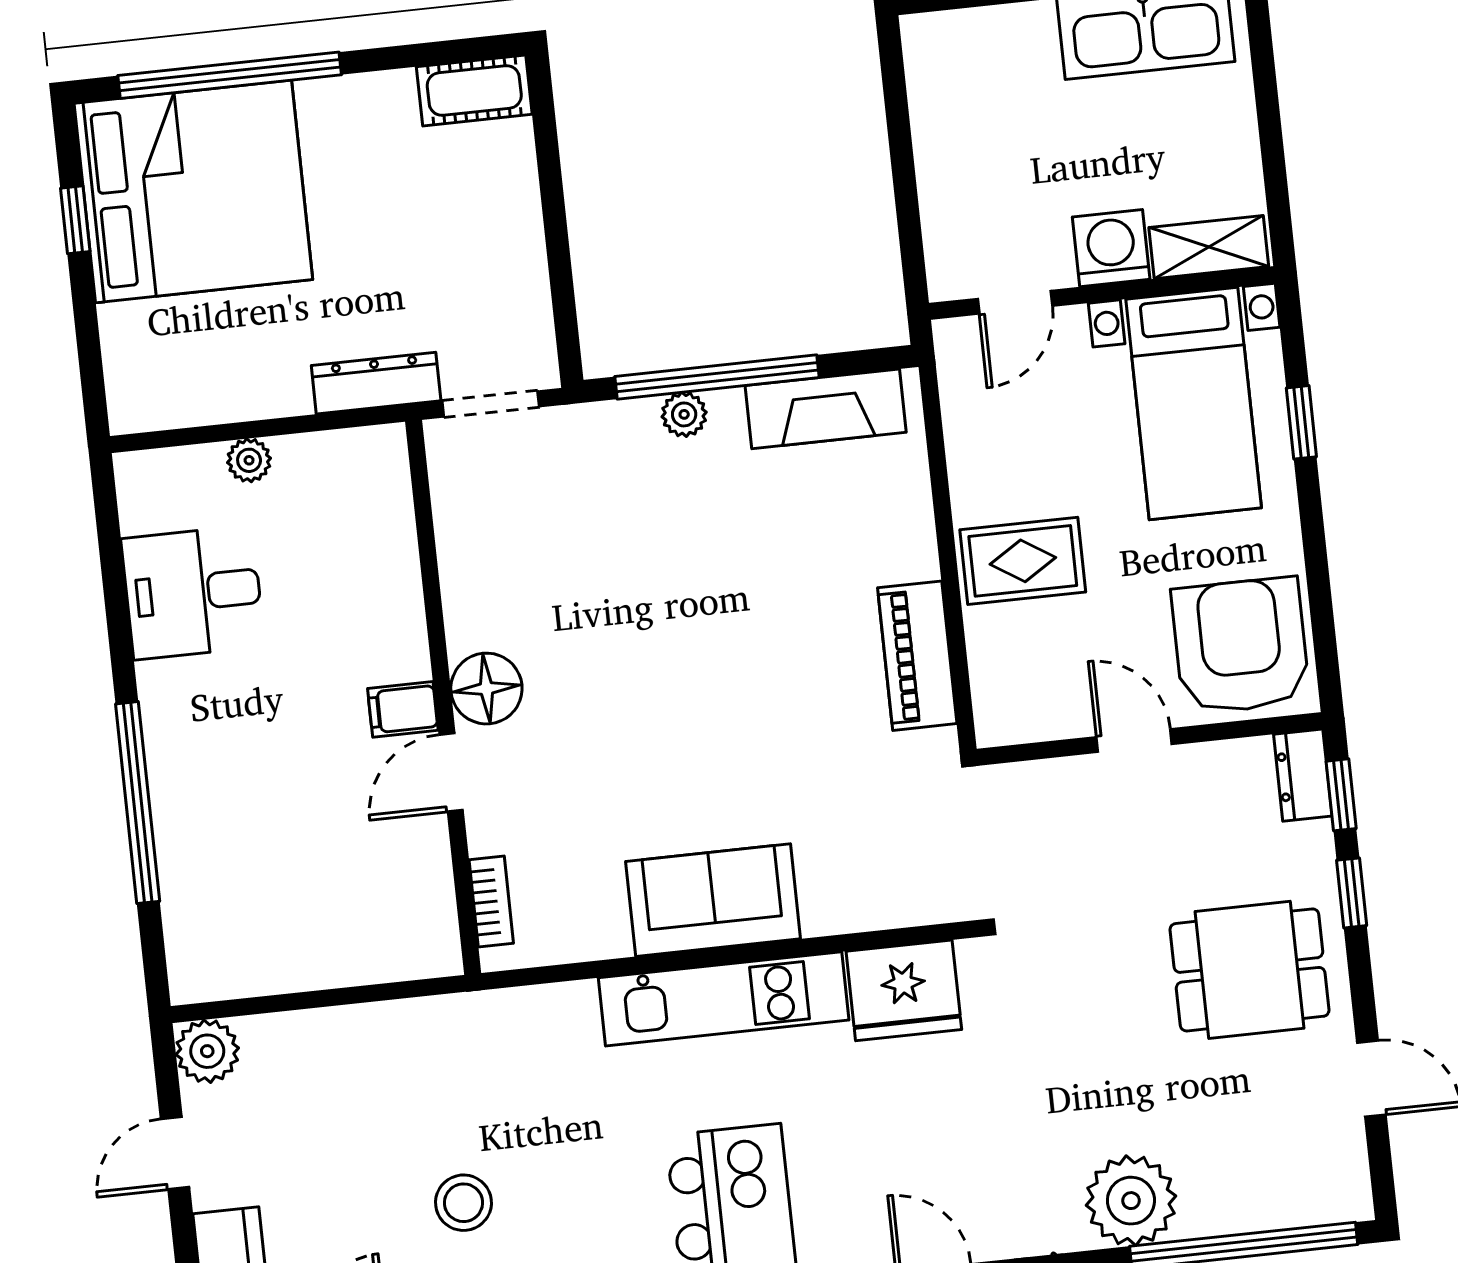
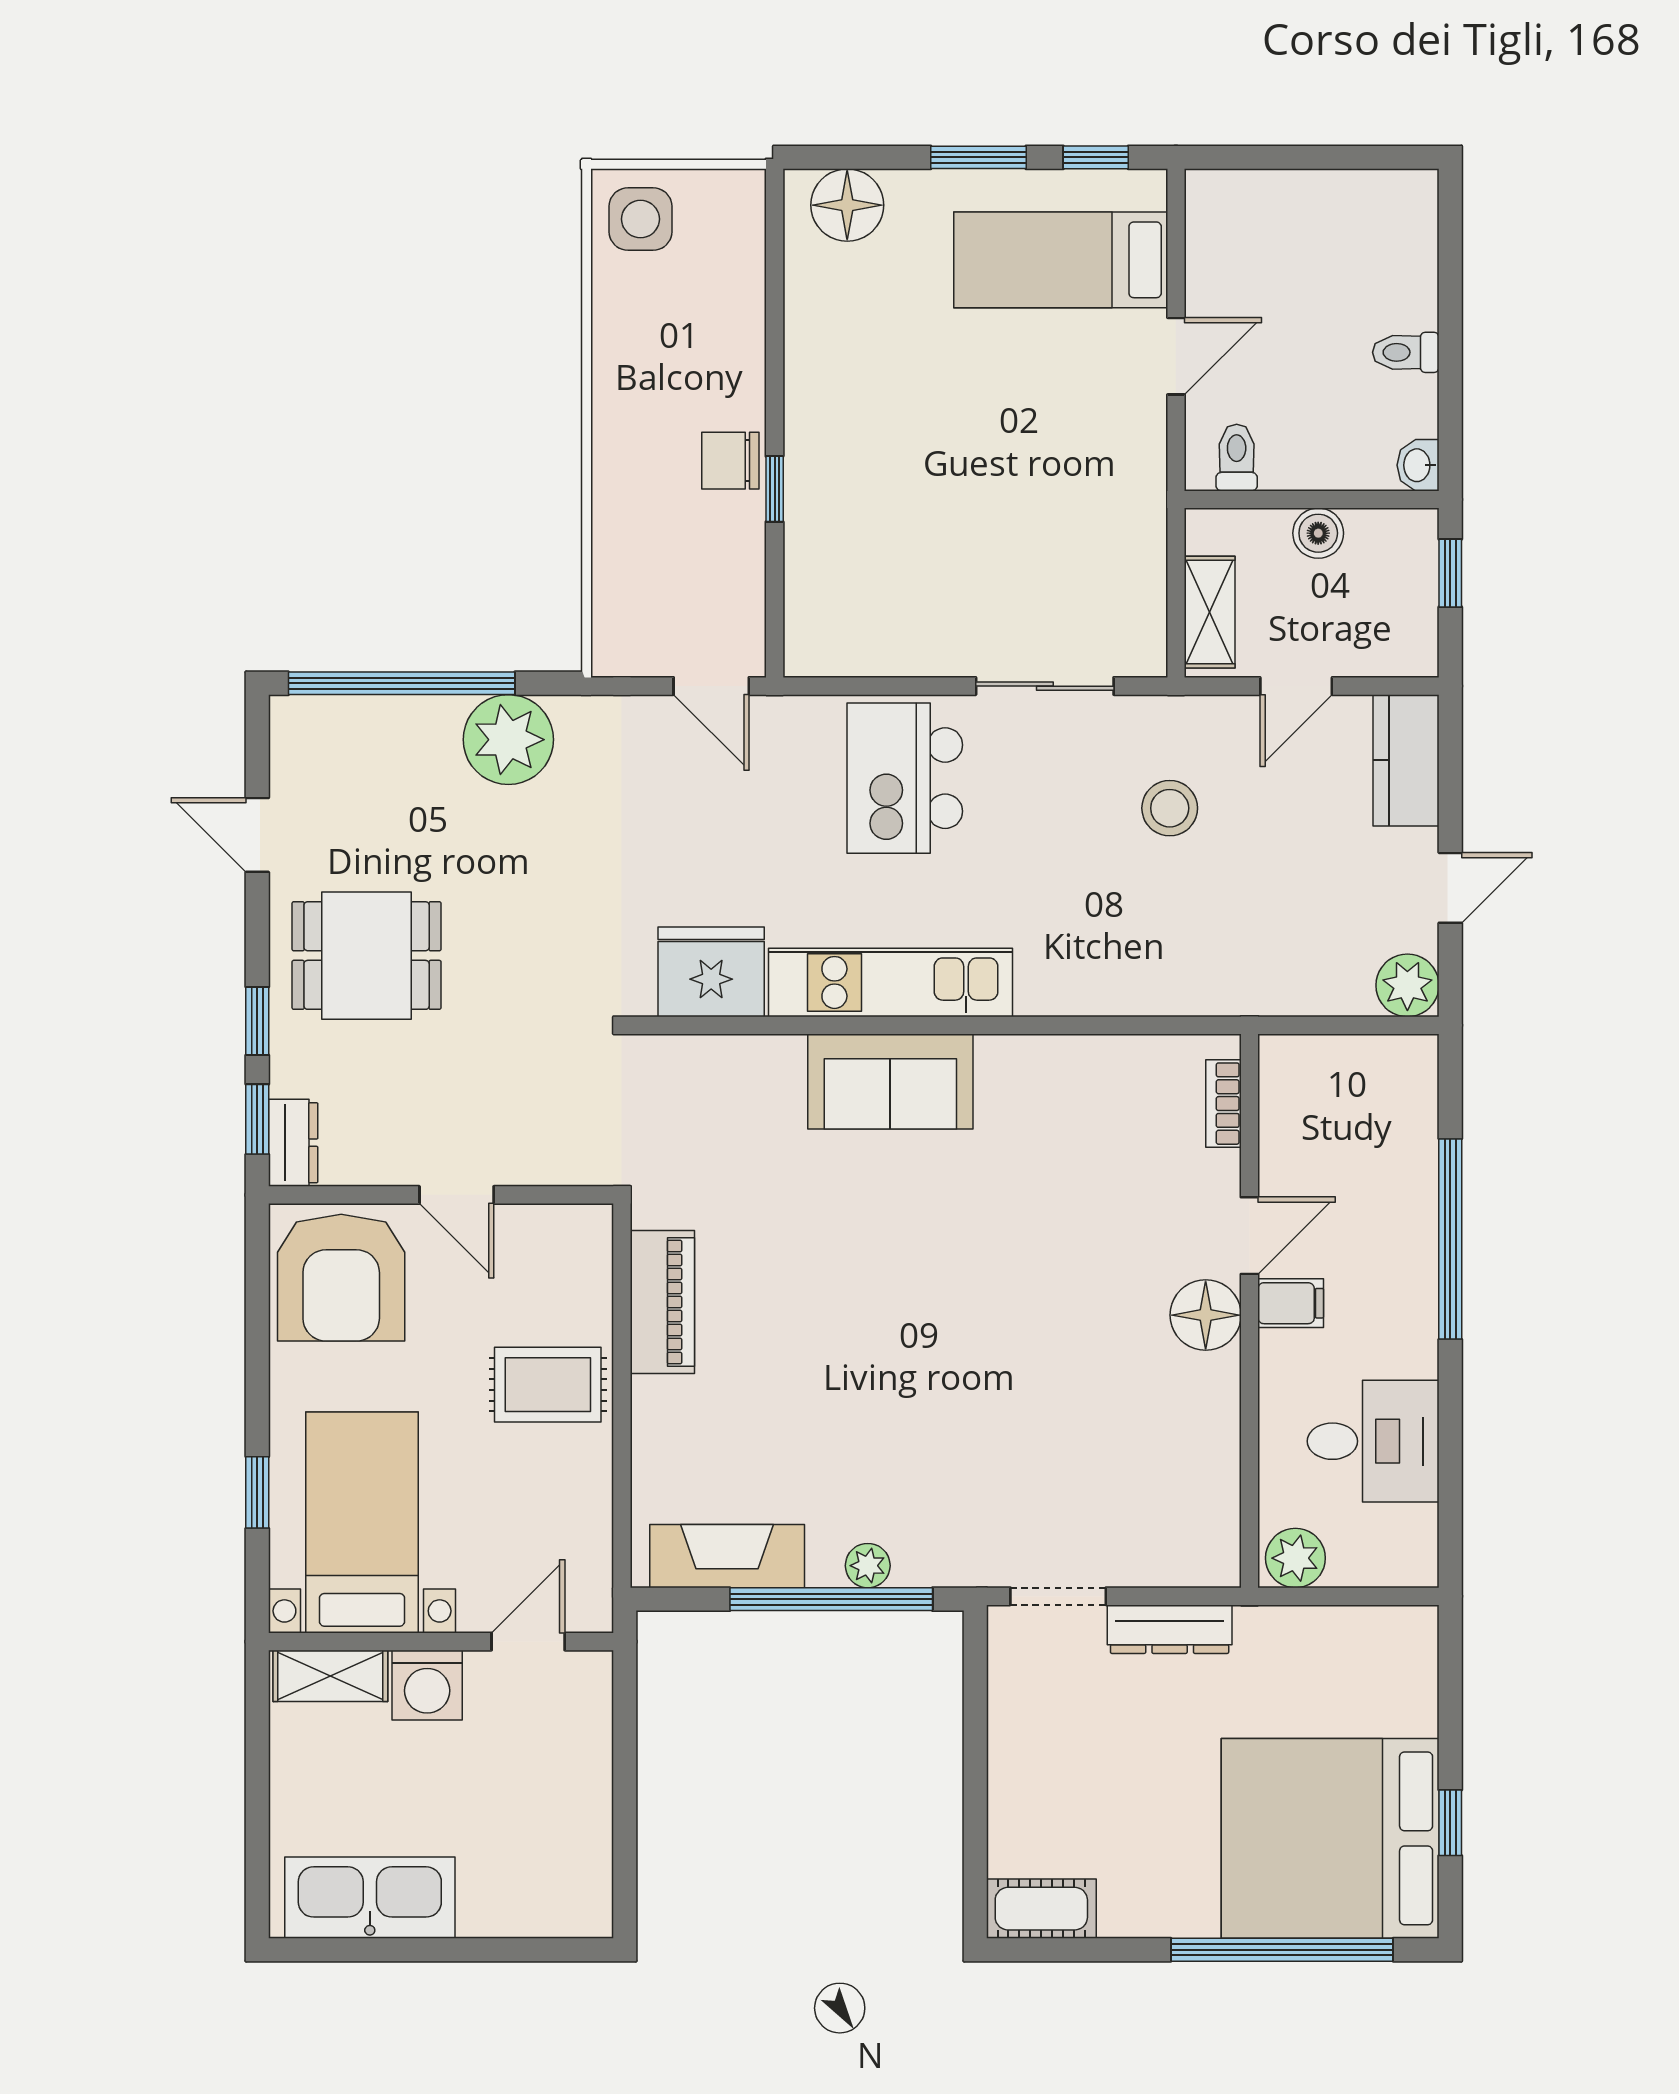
plant: (249, 460) -> (1295, 1558), width x1.38, depth x1.38
floor lamp: (486, 689) -> (1206, 1315), moved
wall: (443, 697) -> (1249, 1311), moved
filing cabinet: (403, 709) -> (1291, 1303), moved
door: (451, 772) -> (1249, 1236), moved
bookcase: (491, 901) -> (1223, 1104), moved

